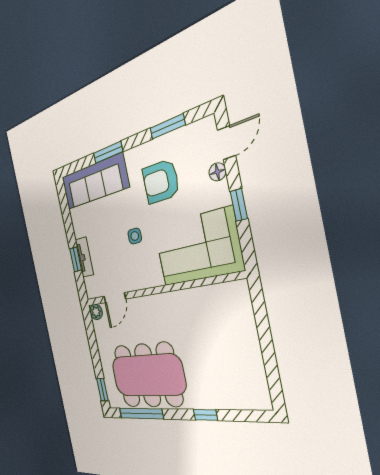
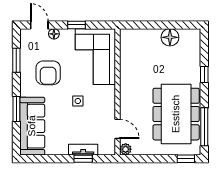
floor lamp: (250, 361) -> (170, 37), added

